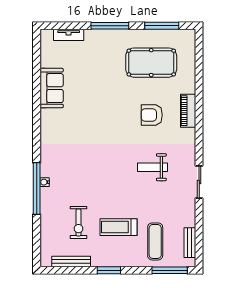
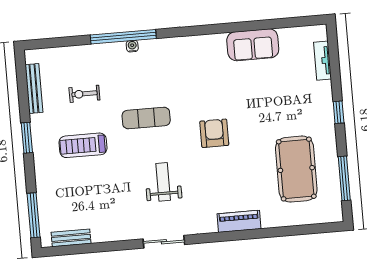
window: (110, 26) -> (339, 112), width x0.46
armchair: (152, 115) -> (214, 133), moved
sliding door: (199, 182) -> (164, 242), moved
exercise bike: (79, 222) -> (84, 94), width x0.73, depth x0.72
treadmill: (119, 227) -> (83, 145), turned -90
exercise mat: (155, 241) -> (146, 118), moved

